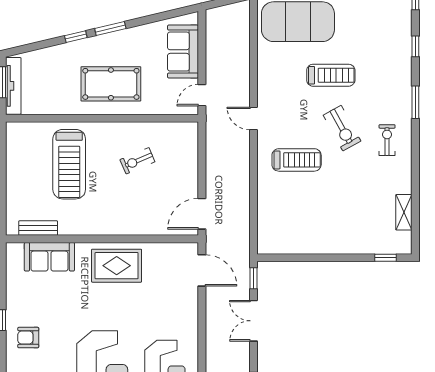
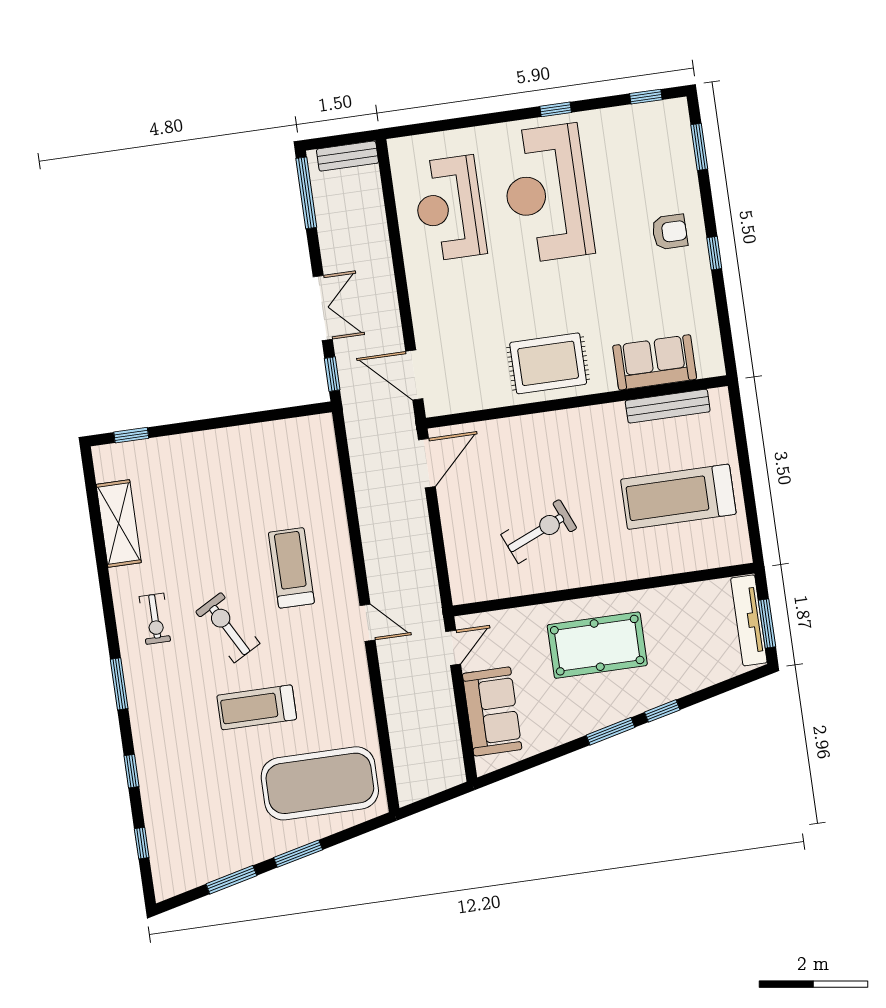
treadmill: (297, 160) -> (291, 568), turned 90
exercise bike: (137, 161) -> (539, 531), width x1.38, depth x1.39
treadmill: (69, 164) -> (678, 497), moved, turned -90
shelving: (404, 212) -> (119, 523), width x1.50, depth x1.33
bench: (38, 228) -> (668, 406), width x1.36

